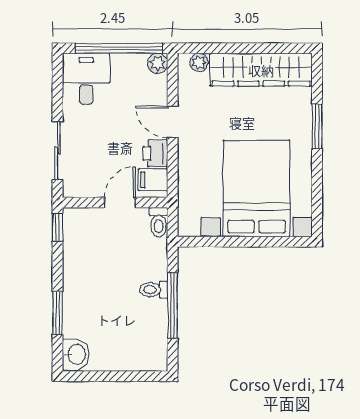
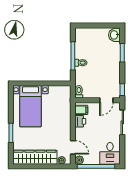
door: (173, 122) -> (73, 147), moved
bed with nightstands: (257, 188) -> (31, 106), width x0.73
door: (120, 203) -> (106, 100), moved

